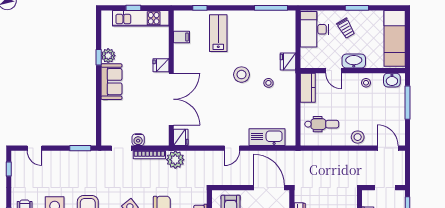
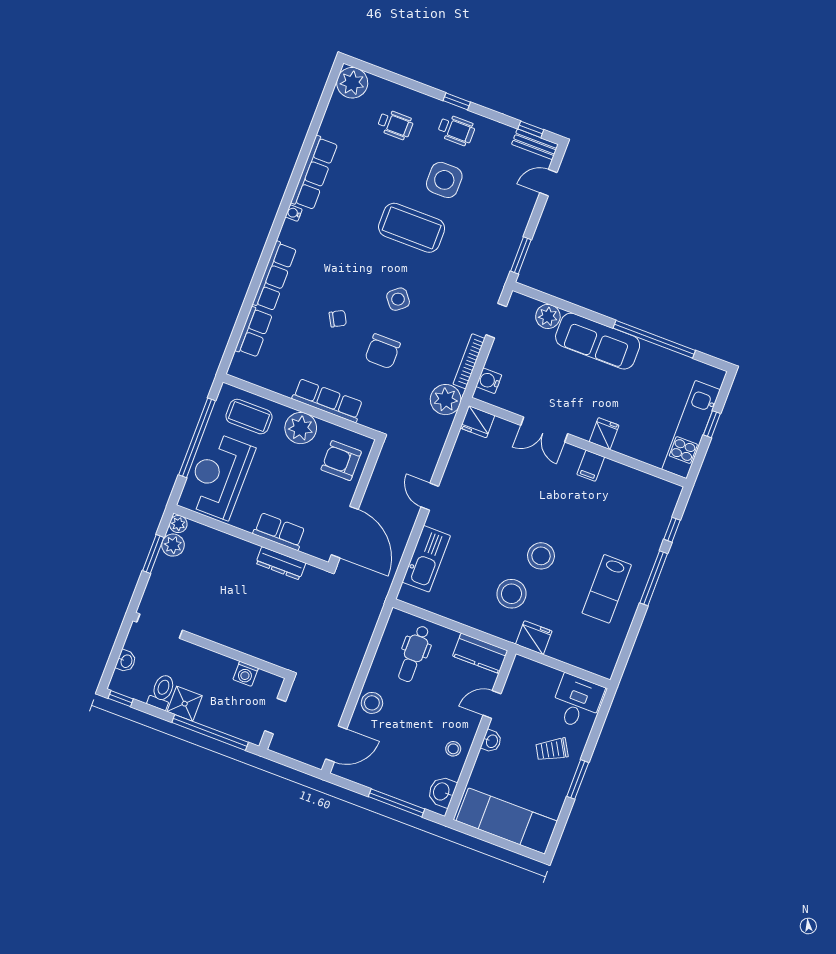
window: (271, 8) -> (654, 578), moved
desk: (314, 29) -> (577, 702), width x0.73
lab bench: (218, 33) -> (607, 589), moved, turned 90
filing cabinet: (182, 37) -> (591, 466), moved
plant: (108, 56) -> (548, 316), moved
window: (99, 57) -> (654, 339), width x3.17
washbasin: (354, 61) -> (492, 741), width x0.52, depth x0.69
sofa: (111, 82) -> (598, 341), width x1.36
stool: (268, 83) -> (511, 594), width x1.89, depth x1.89
double door: (171, 99) -> (544, 429), width x0.54
water cooler: (138, 140) -> (489, 381), moved
bench: (16, 164) -> (535, 144), added
door: (269, 188) -> (345, 532), hinge flipped

